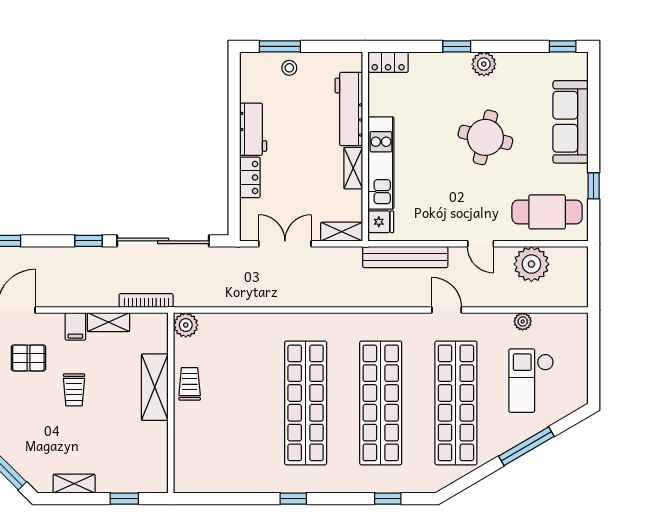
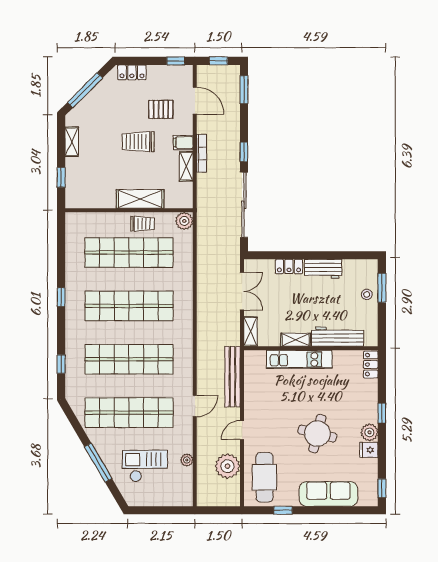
fridge: (381, 222) -> (369, 450), moved, turned 90
bookcase: (146, 301) -> (202, 153), moved
pallet: (28, 358) -> (161, 109), turned 90
trolley: (74, 390) -> (138, 142), width x1.36, depth x1.39
shop shelf: (230, 403) -> (129, 253), added

